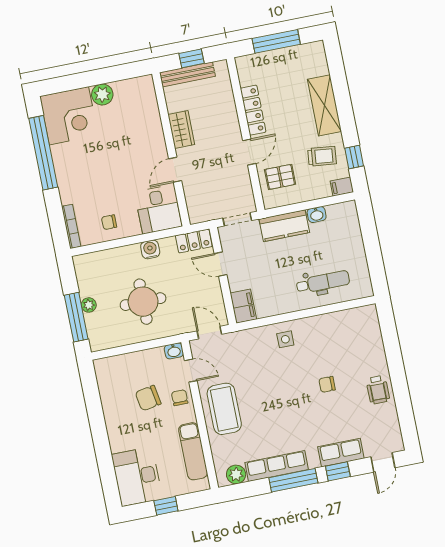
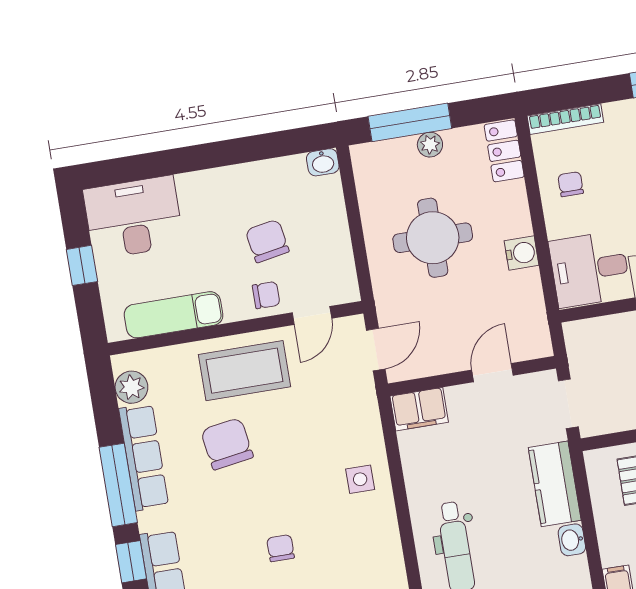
locker: (194, 241) -> (504, 151), moved
washbasin: (174, 351) -> (323, 162), moved, turned -90
chair: (267, 418) -> (227, 444), added

